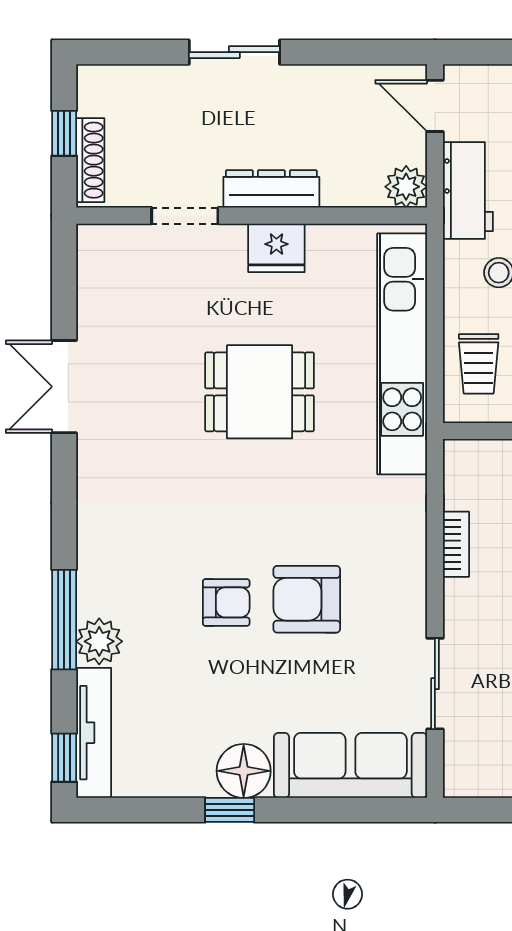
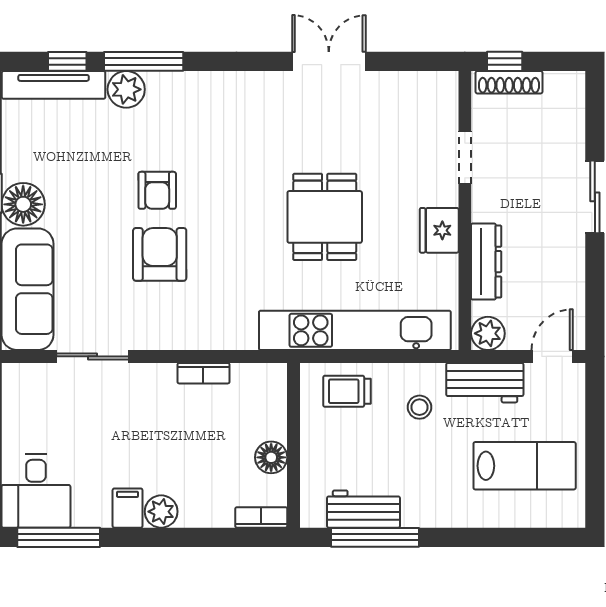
window: (64, 133) -> (505, 61), moved
dresser: (271, 189) -> (486, 262), moved
window: (64, 758) -> (67, 61), moved

